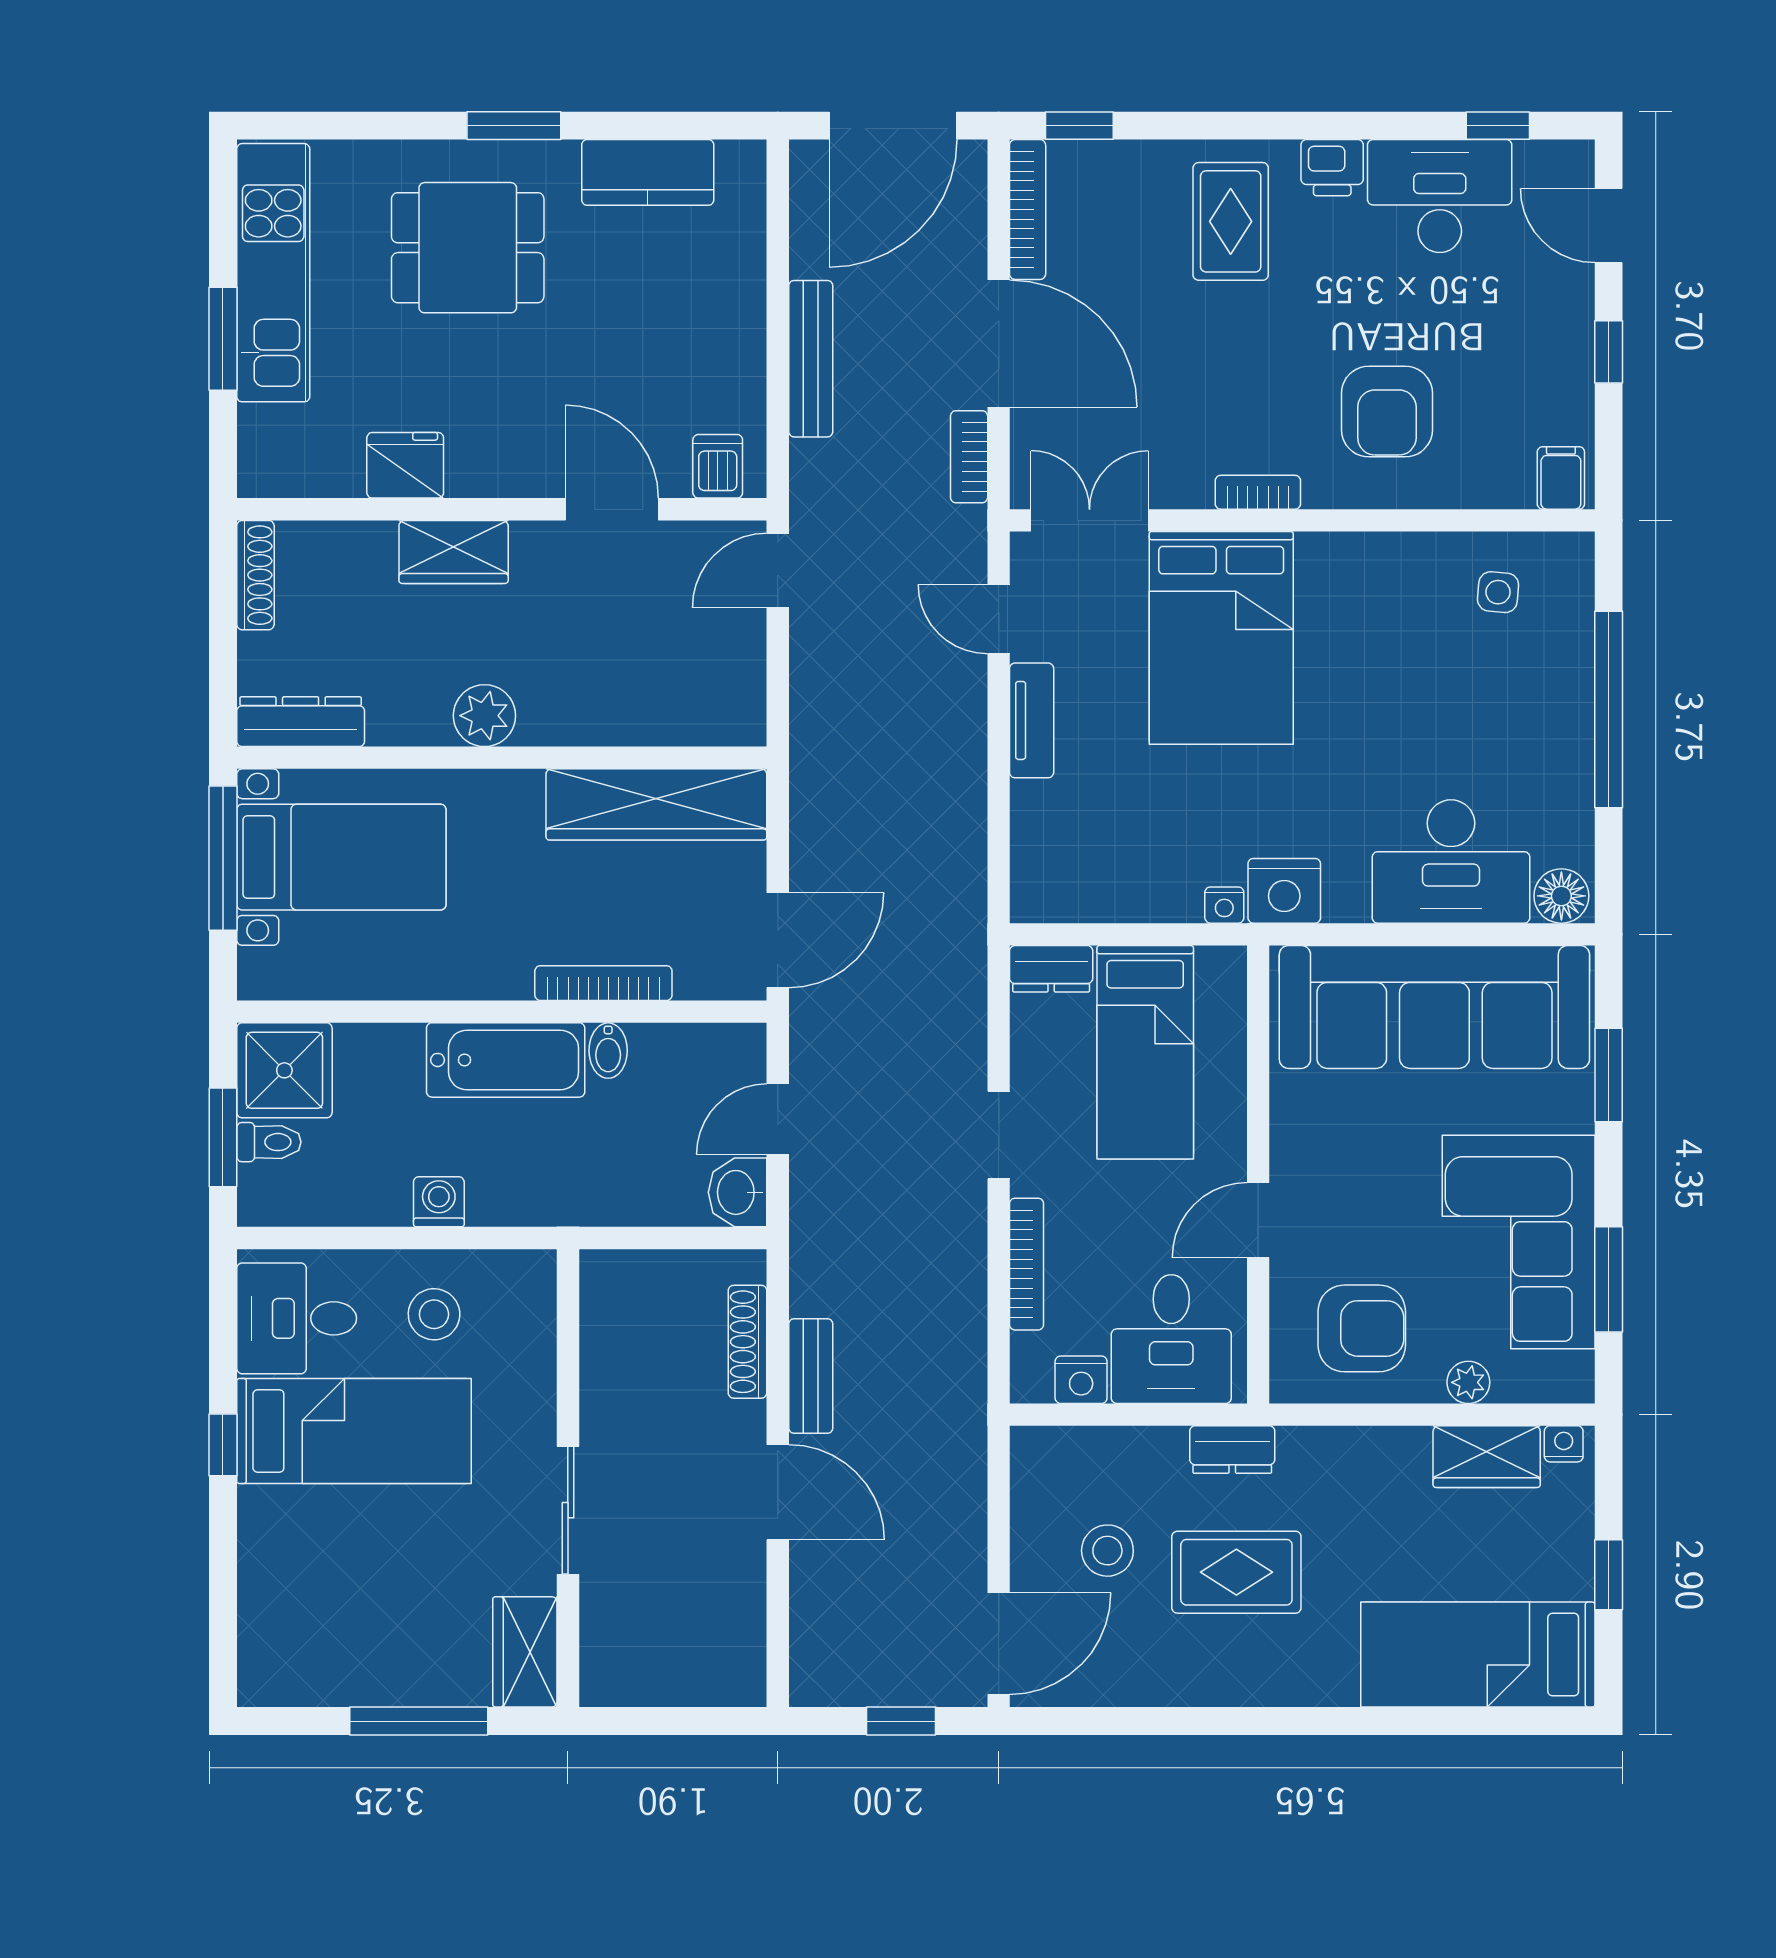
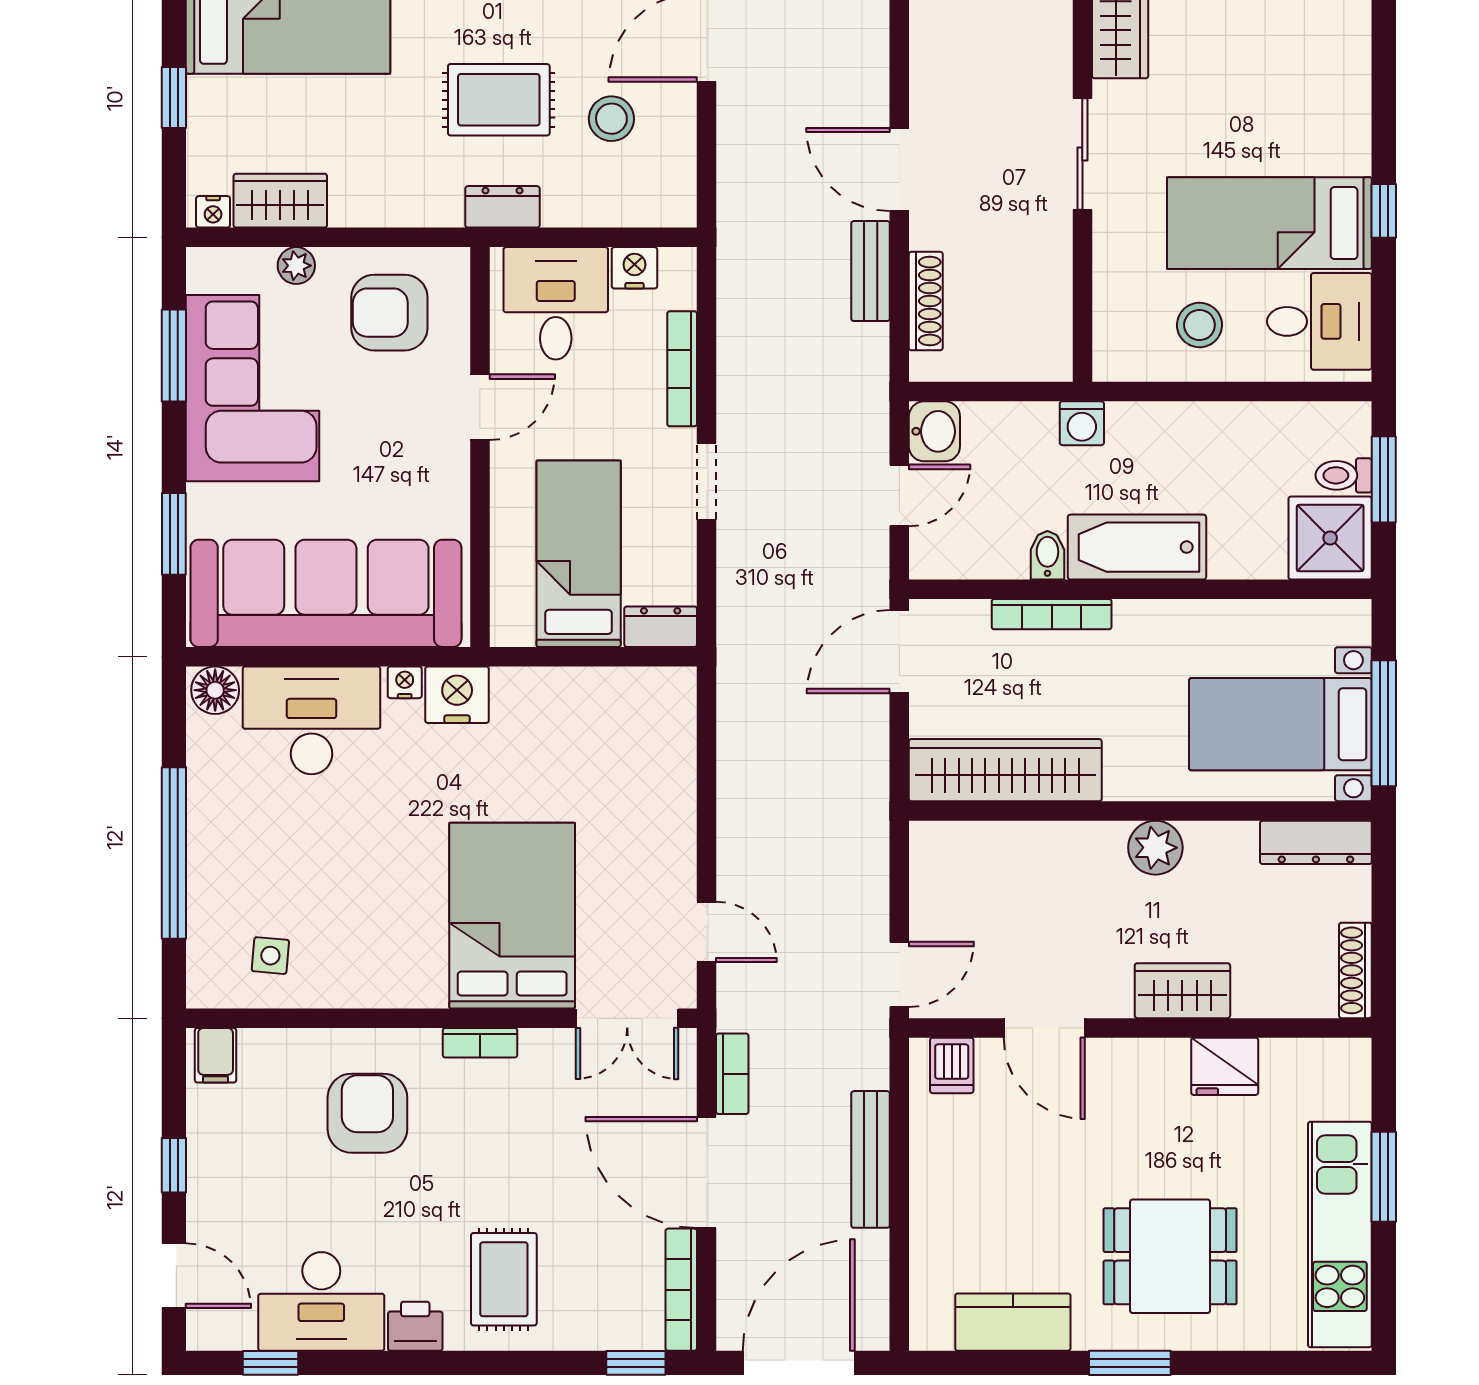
tv unit: (1032, 720) -> (678, 844), removed
nightstand: (1224, 905) -> (405, 682), moved
washing machine: (439, 1202) -> (1082, 423), moved

